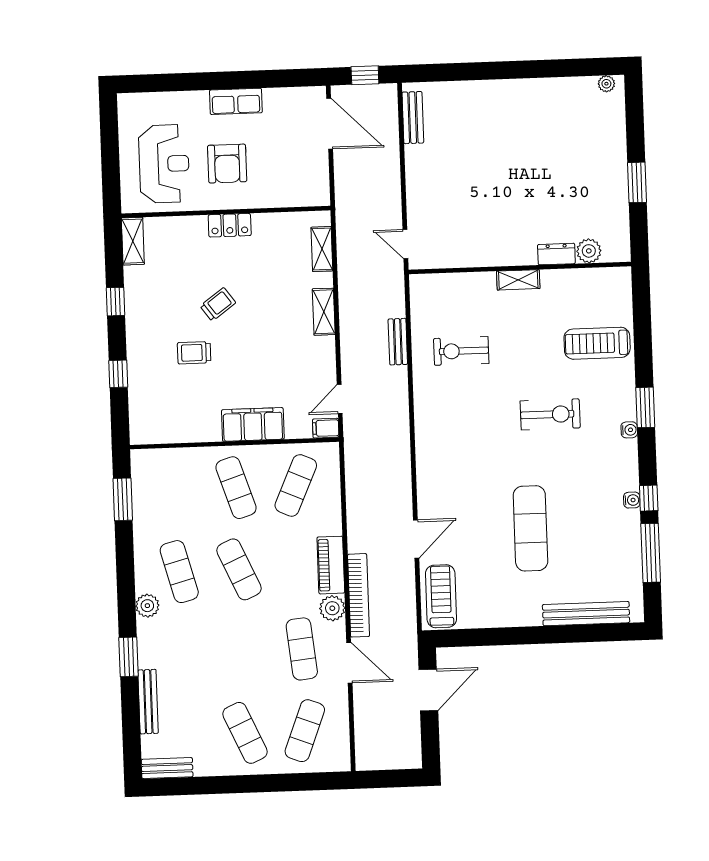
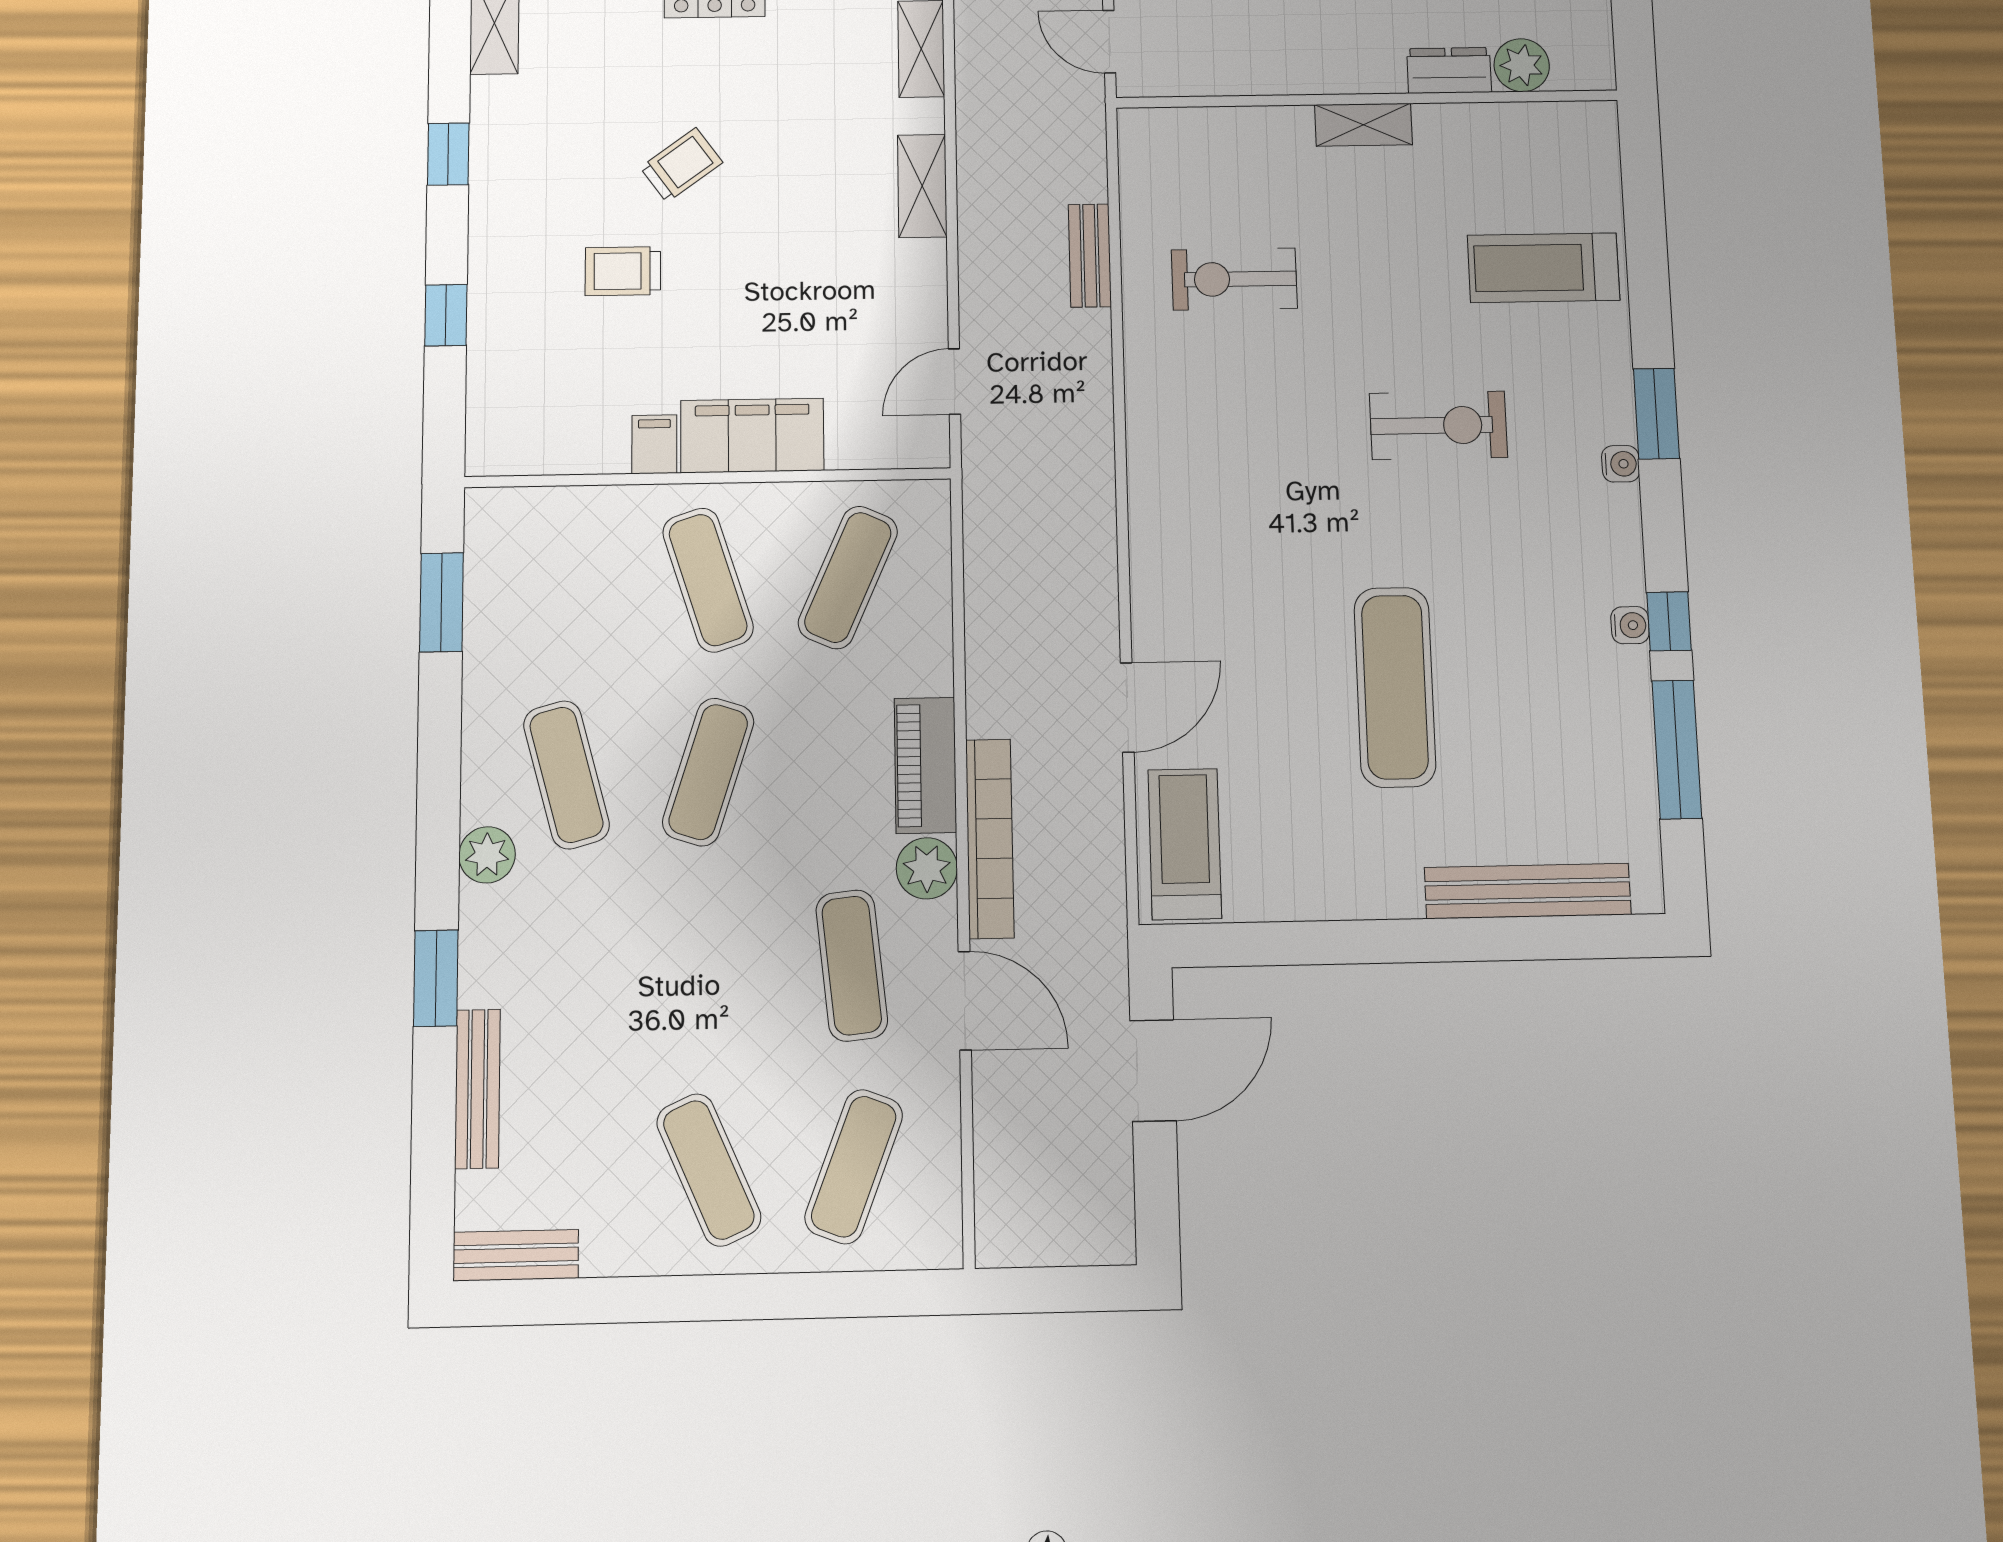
filing cabinet: (326, 428) -> (654, 444), moved, turned 90
exercise mat: (239, 569) -> (708, 772), turned 42

